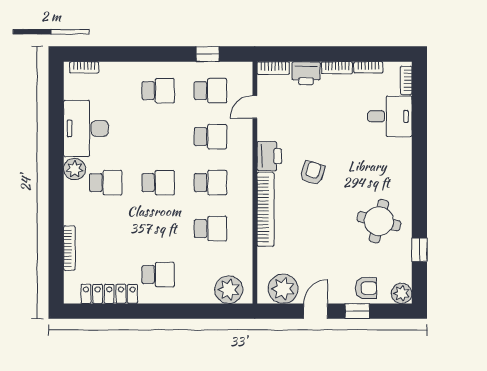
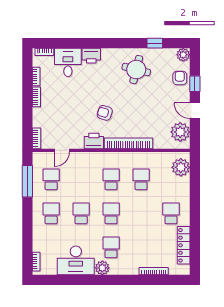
window: (208, 54) -> (27, 181), width x2.17
printer: (306, 73) -> (91, 56), moved, turned 90
door: (255, 107) -> (62, 150), hinge flipped
school desk: (210, 137) -> (81, 213), moved

